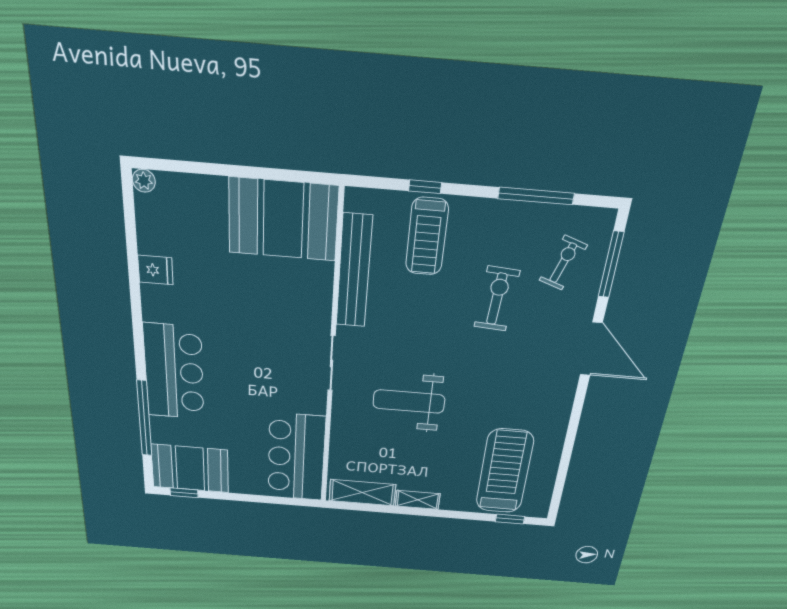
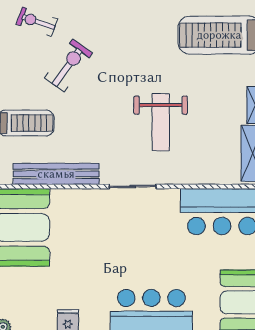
exercise bike: (497, 299) -> (68, 65), turned 122

